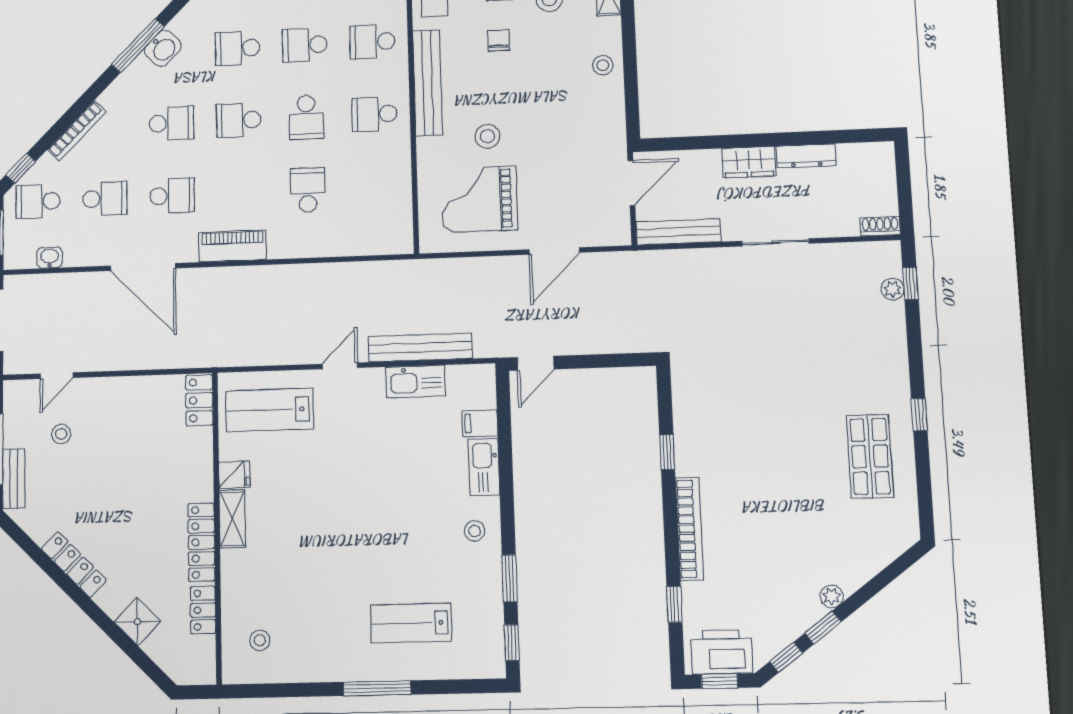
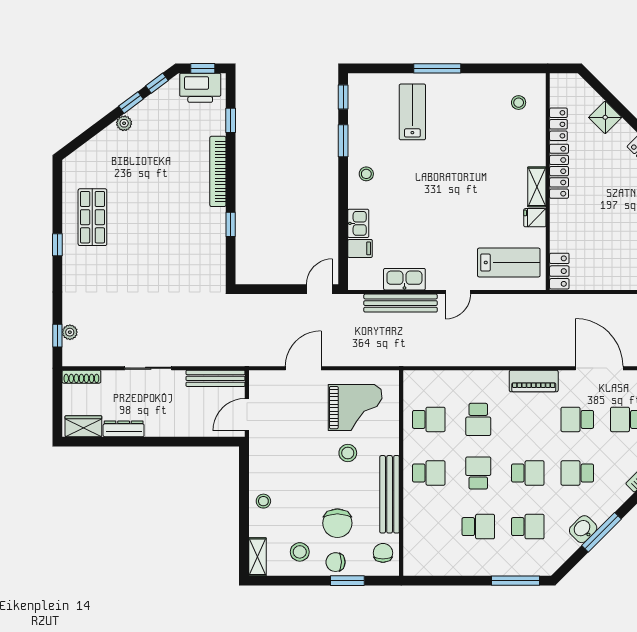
chair: (499, 40) -> (337, 523), width x1.87, depth x1.87
school desk: (372, 42) -> (429, 419), moved
wardrobe: (749, 162) -> (83, 426), moved
shoe rack: (880, 226) -> (81, 377), width x1.43
kitchen sink: (484, 467) -> (358, 223), width x0.73
lab bench: (411, 623) -> (412, 112), turned -90

